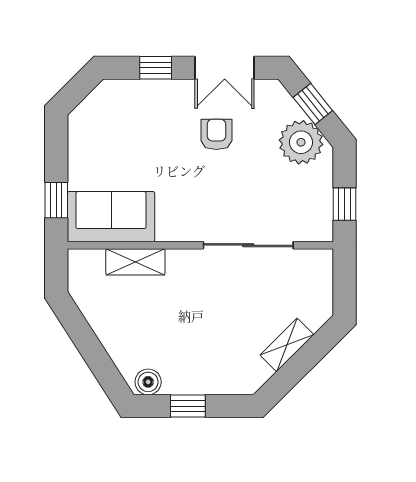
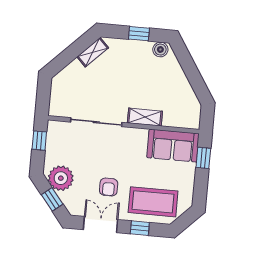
coffee table: (137, 116) -> (153, 202), added
shelving: (135, 262) -> (145, 117), moved
shelving: (287, 345) -> (93, 52), moved

